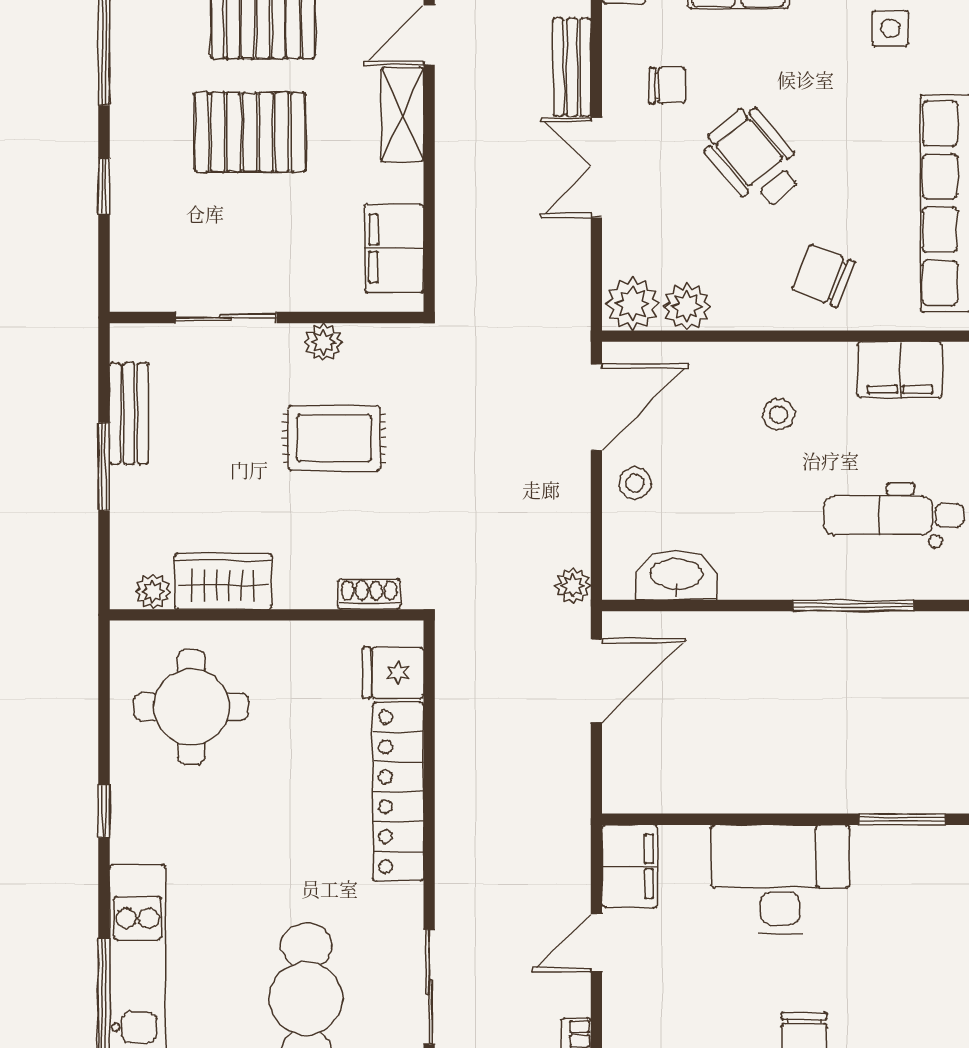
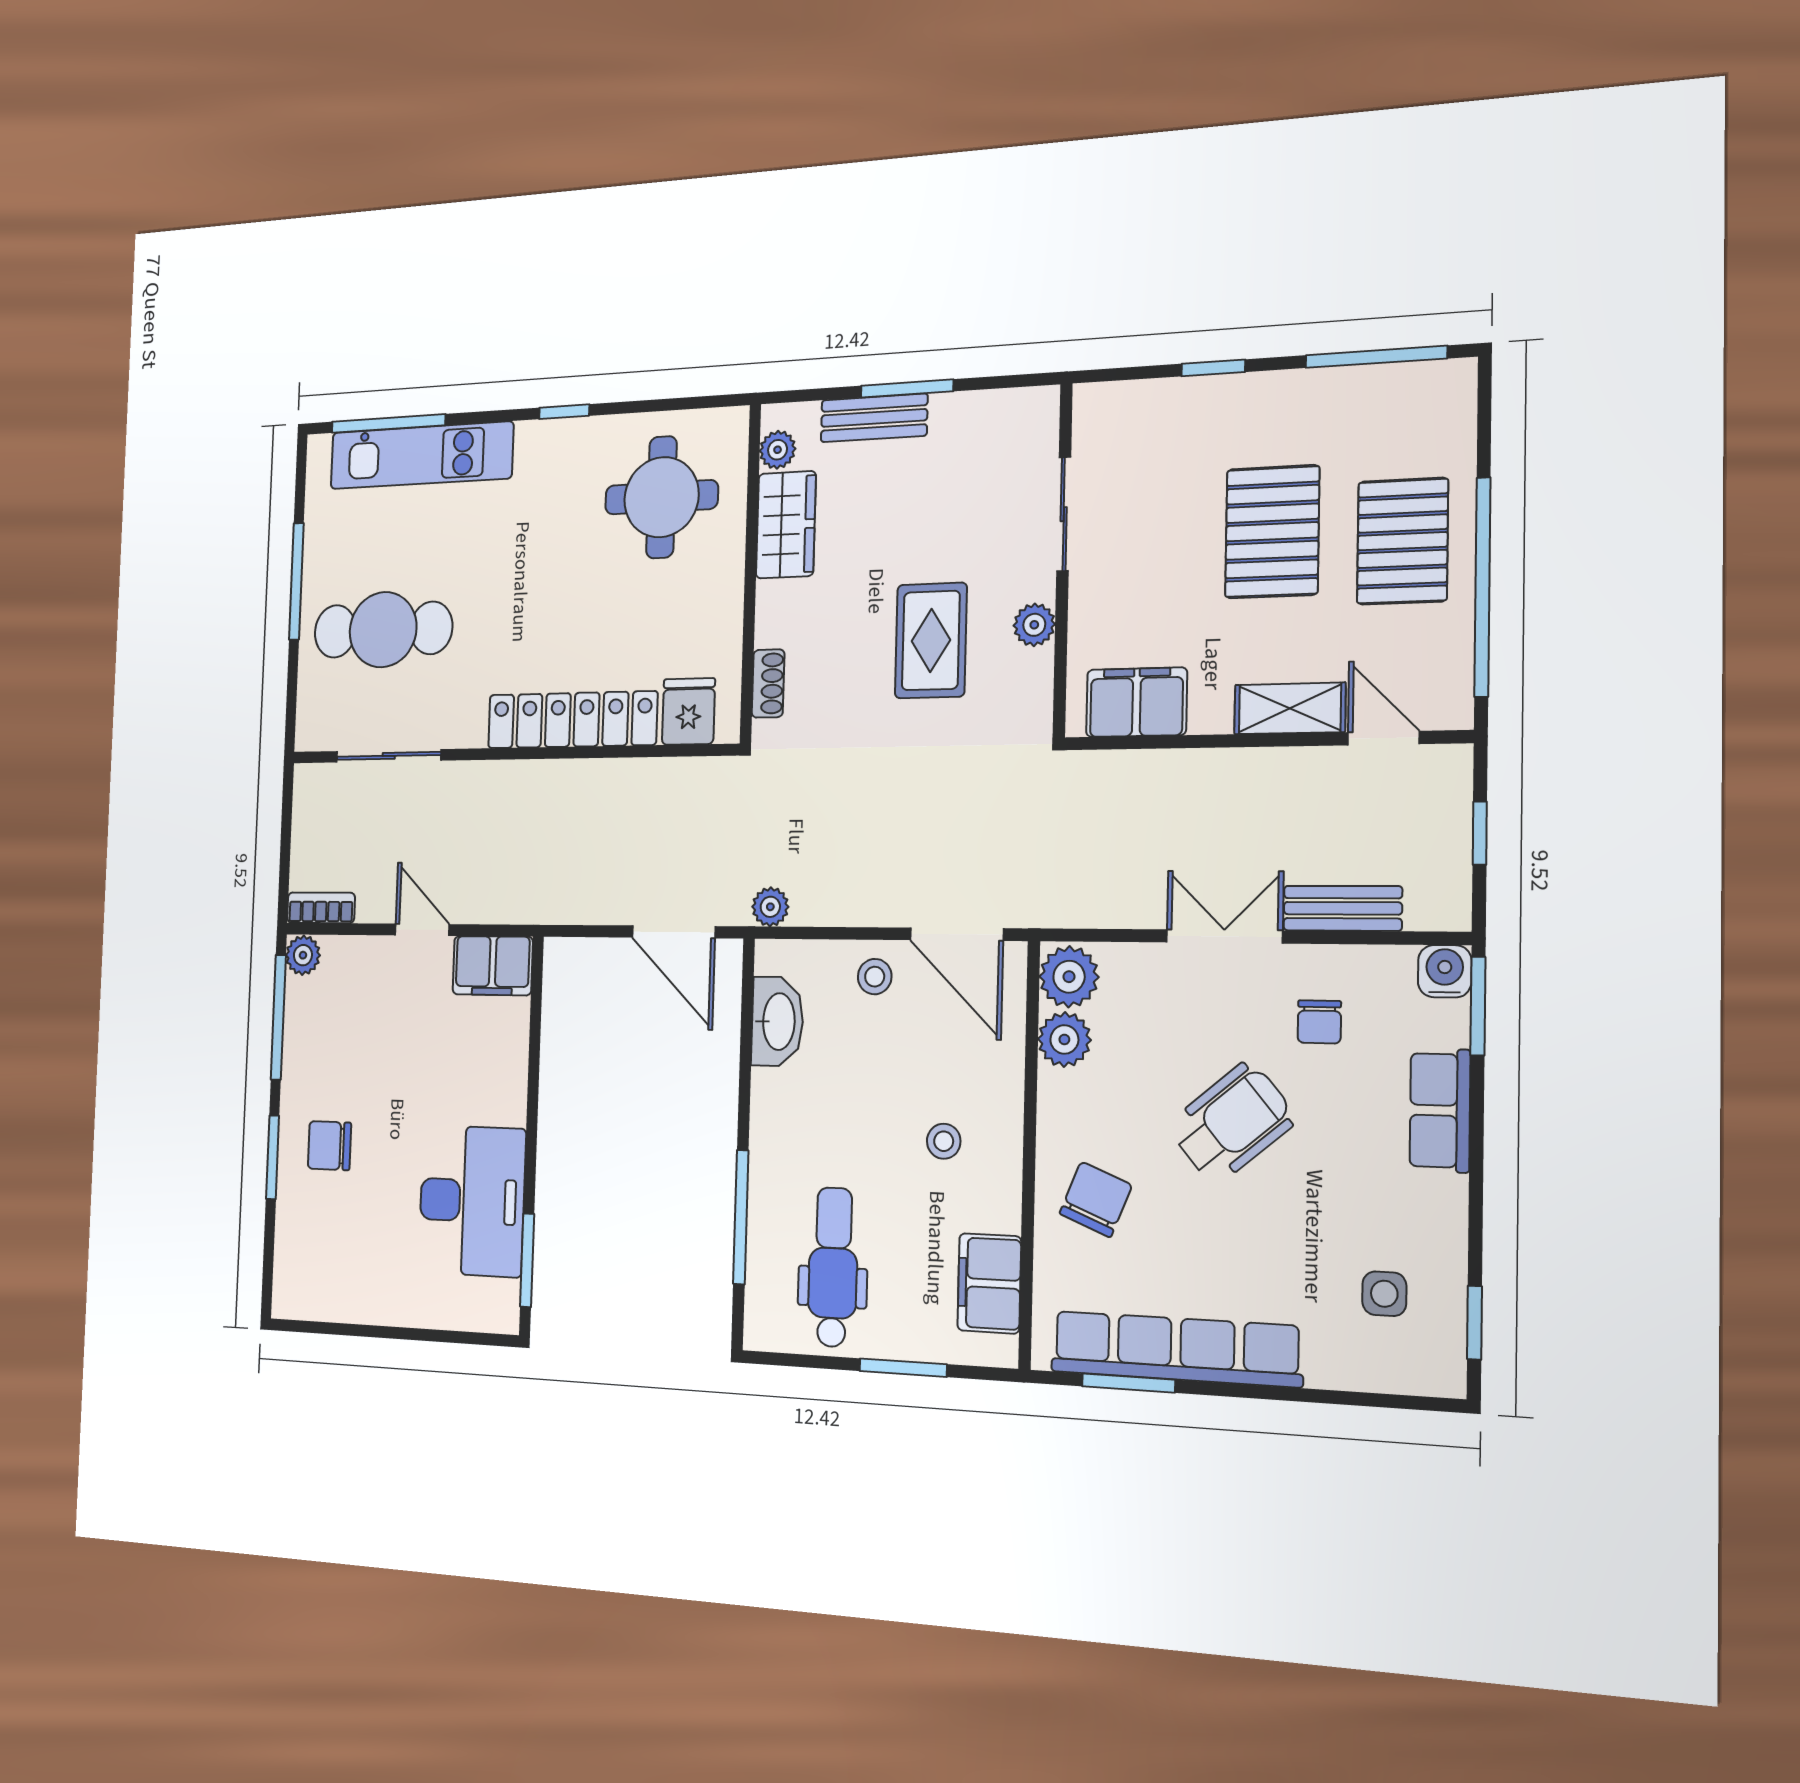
bench: (129, 413) -> (874, 418), moved
desk: (780, 879) -> (472, 1201), moved

